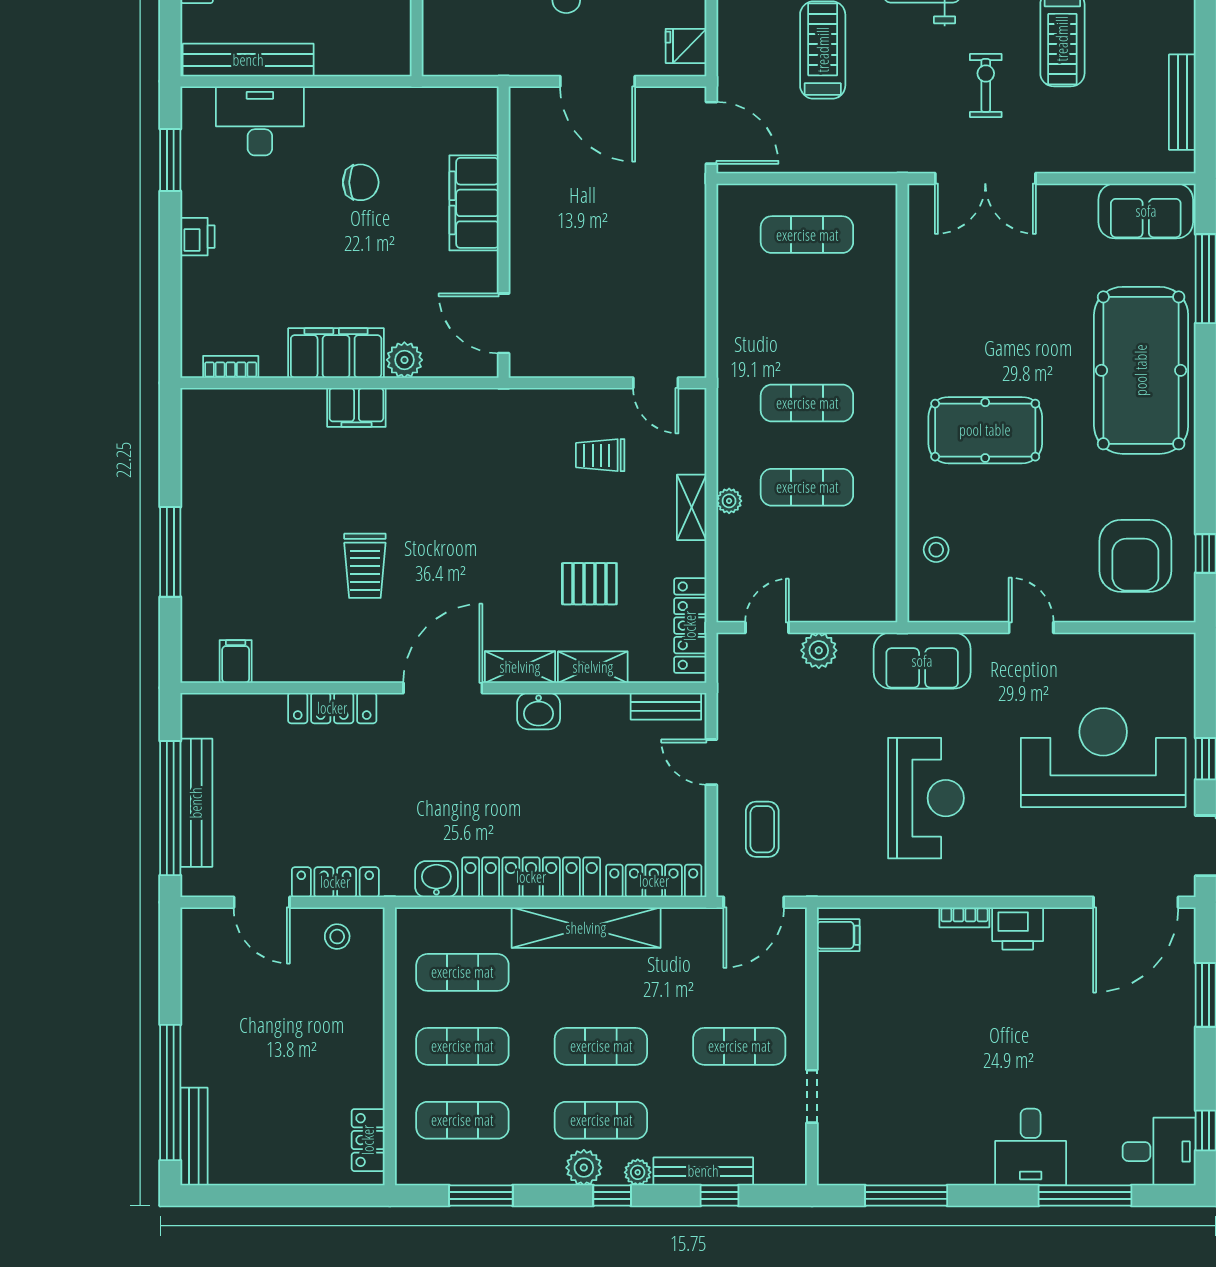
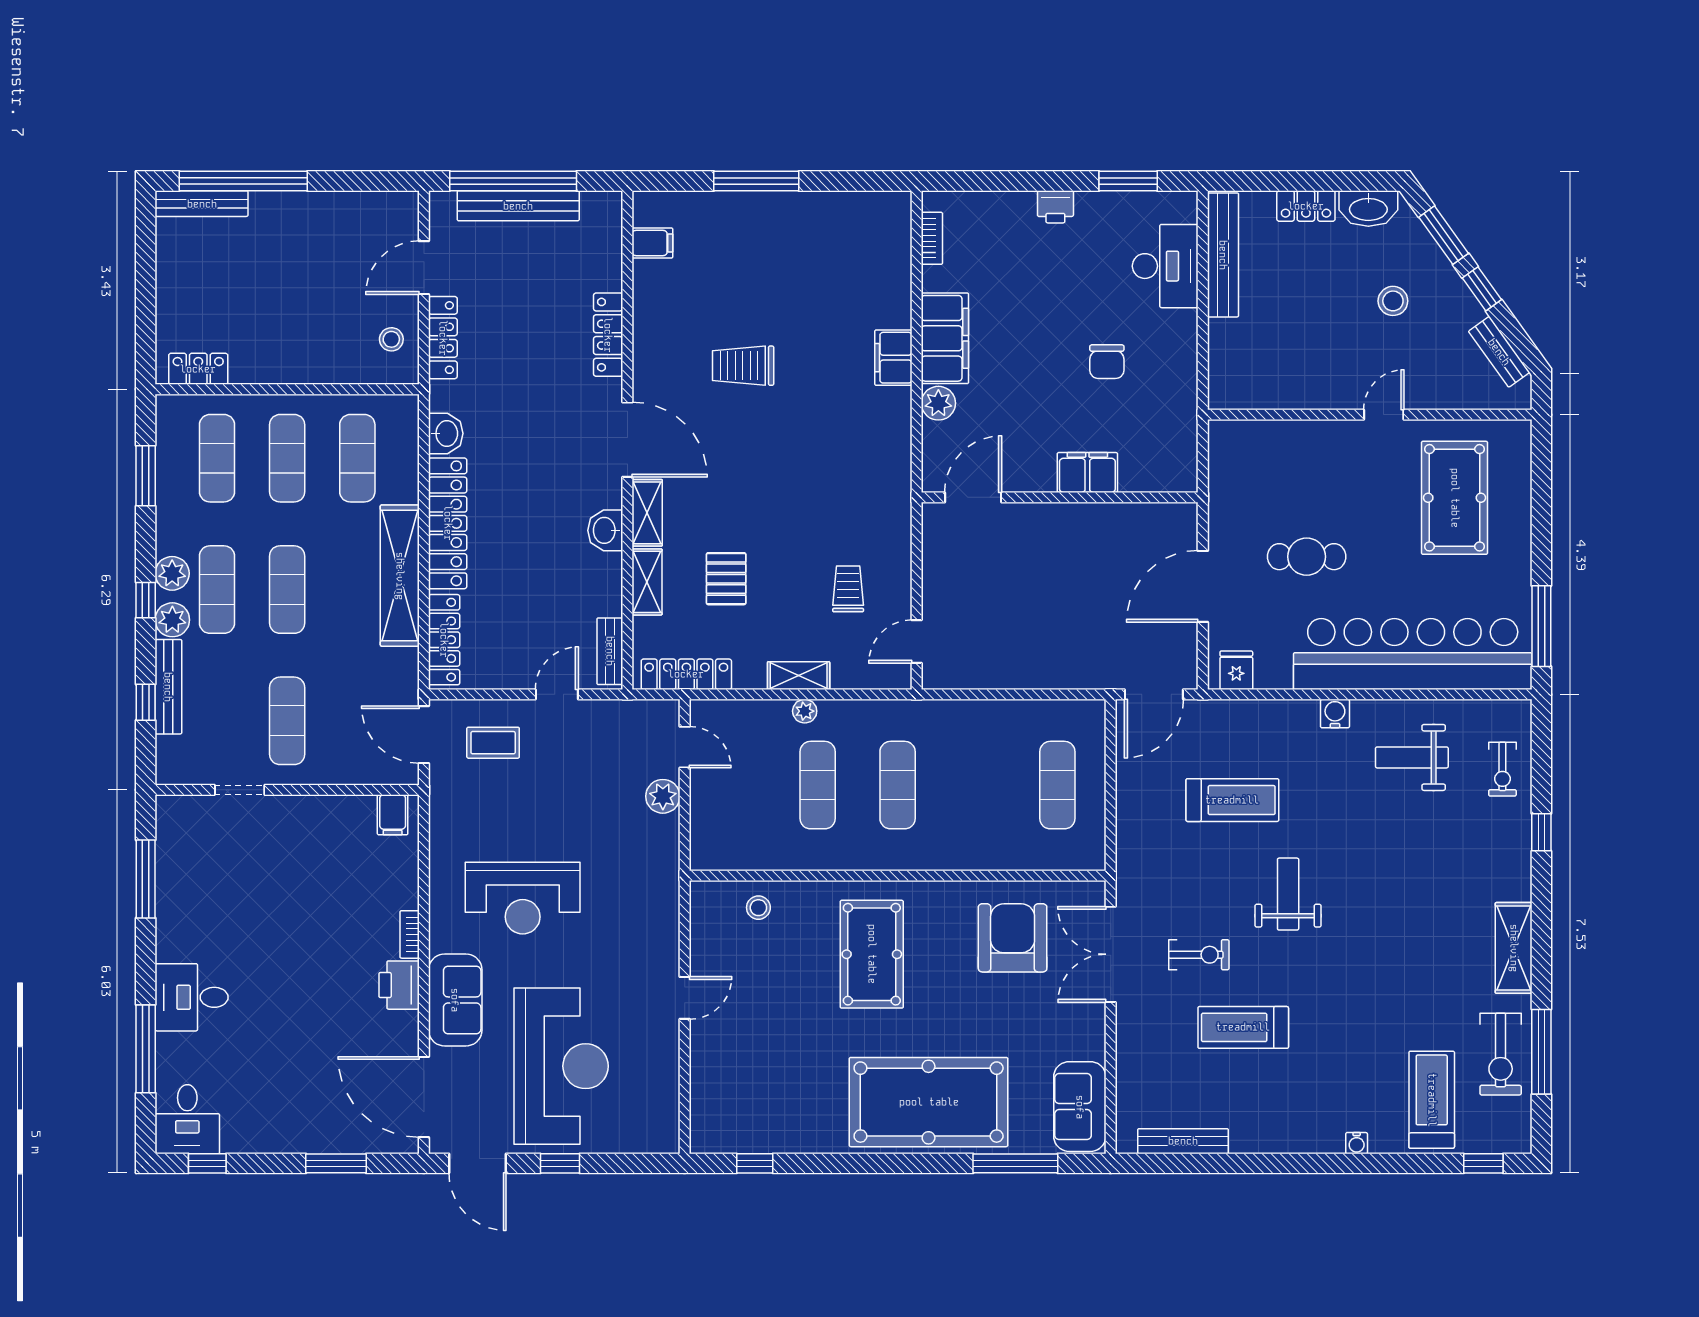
filing cabinet: (474, 203) -> (1087, 473), width x0.67, depth x0.86
armchair: (1135, 556) -> (1013, 938), moved, turned 90
sofa: (922, 661) -> (455, 1000), moved, turned 180
plant: (638, 1172) -> (172, 620), width x1.38, depth x1.38

